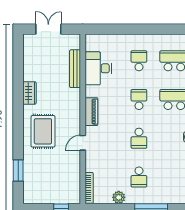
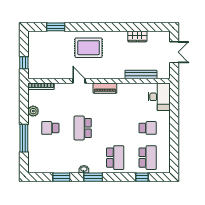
desk: (98, 68) -> (159, 97), moved, turned 90
wardrobe: (29, 93) -> (137, 36), moved
school desk: (139, 99) -> (115, 128), removed
school desk: (139, 138) -> (83, 128), width x1.85

